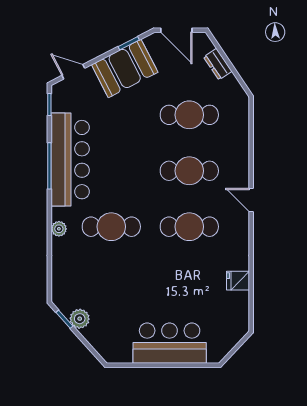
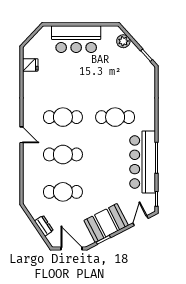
door: (73, 72) -> (141, 221), swing flipped
plant: (59, 229) -> (150, 116), removed
fridge: (238, 281) -> (30, 65), moved
plant: (80, 319) -> (123, 41), moved

